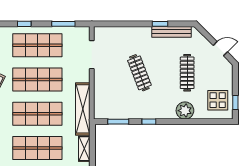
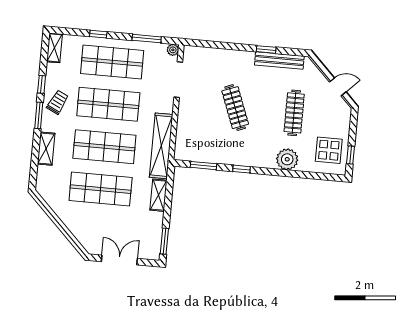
plant: (85, 31) -> (173, 50), added

